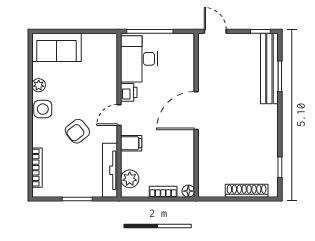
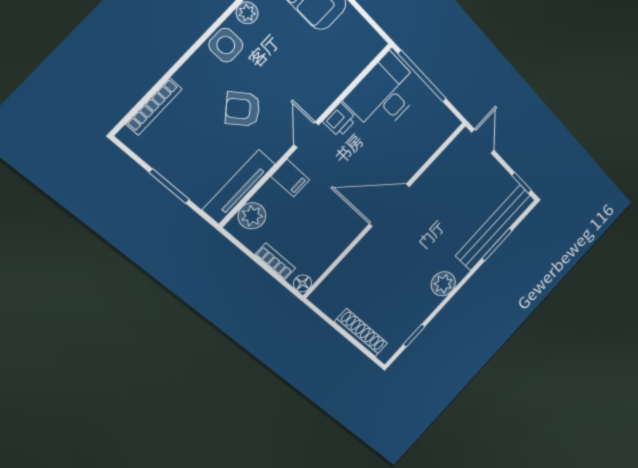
door: (119, 115) -> (306, 135), hinge flipped
plant: (269, 125) -> (443, 284), added

